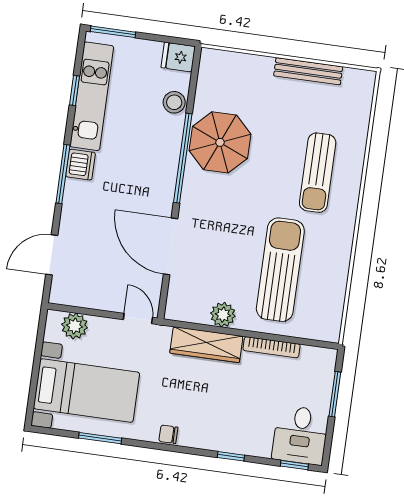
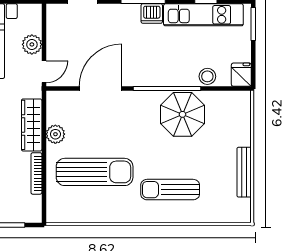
plant: (75, 326) -> (32, 44), moved

